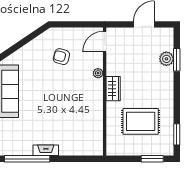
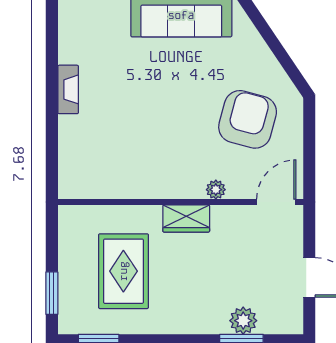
door: (105, 42) -> (276, 202), hinge flipped
armchair: (61, 57) -> (248, 119), width x1.88, depth x1.88
window: (27, 159) -> (52, 54), removed

